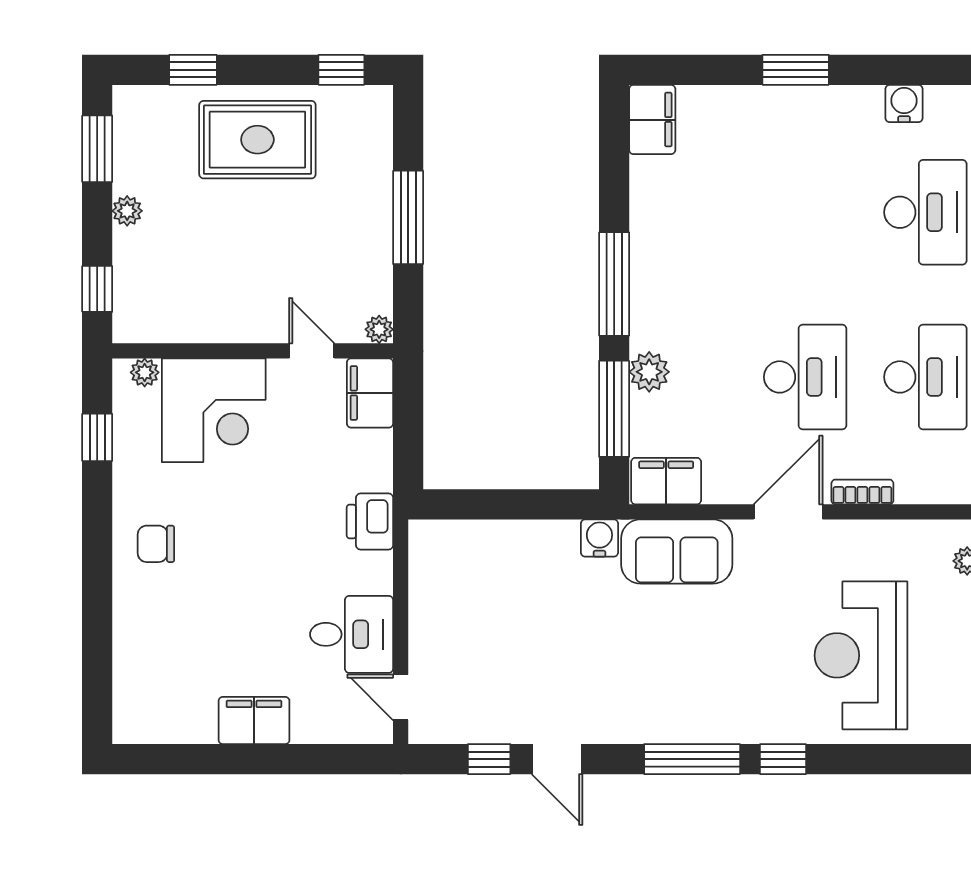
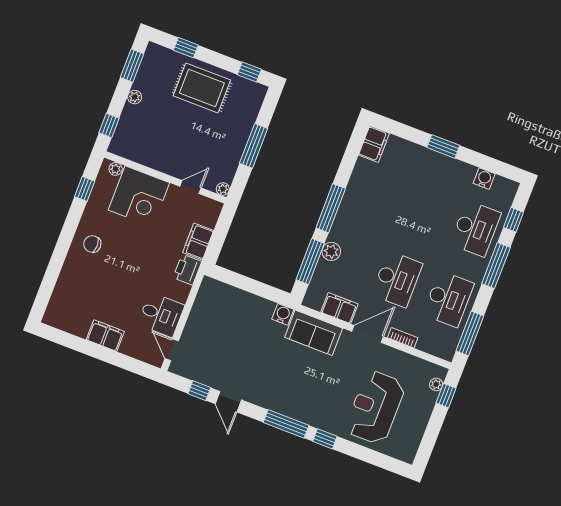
door: (312, 351) -> (190, 187), hinge flipped
filing cabinet: (370, 393) -> (198, 241), moved
filing cabinet: (666, 481) -> (339, 308), moved

